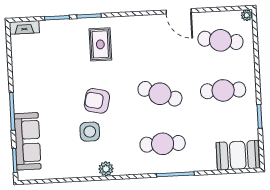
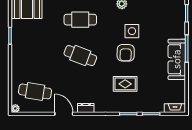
dresser: (149, 21) -> (86, 108), added
rug: (100, 44) -> (125, 84), moved, turned 90
cafe table: (223, 90) -> (35, 56), removed
armchair: (97, 101) -> (126, 53), turned 78
sofa: (27, 141) -> (177, 59), moved

